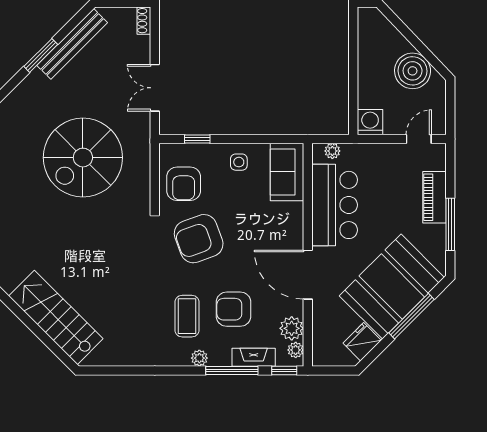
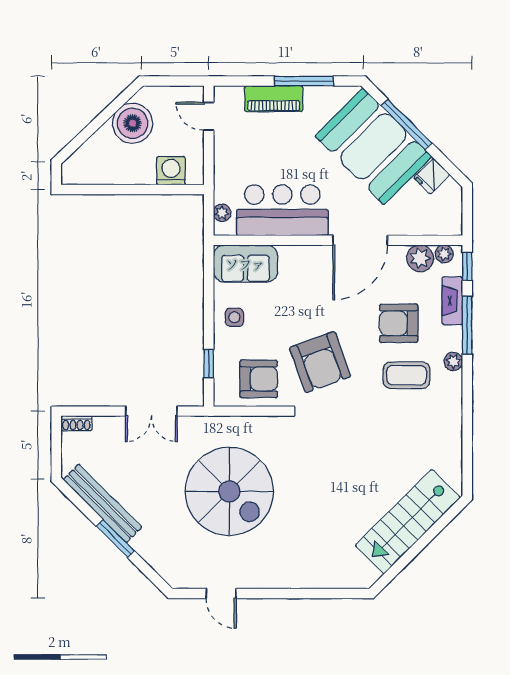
washing machine: (370, 122) -> (171, 171), moved, turned 90
armchair: (233, 309) -> (399, 323), turned 90
fridge: (362, 342) -> (432, 176), width x0.72

